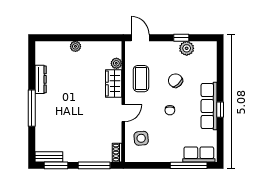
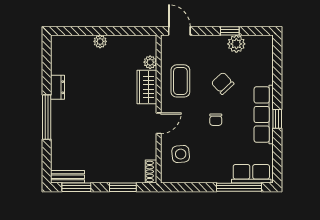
dresser: (41, 79) -> (57, 87), width x0.70
window: (94, 165) -> (123, 187), width x0.69

